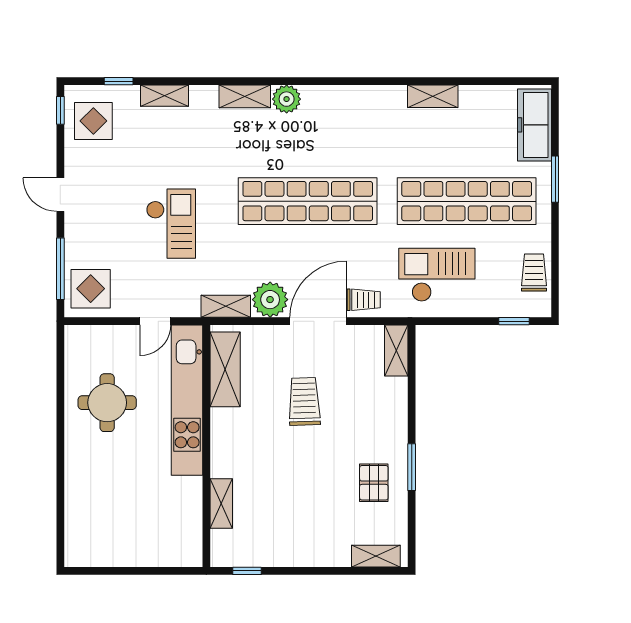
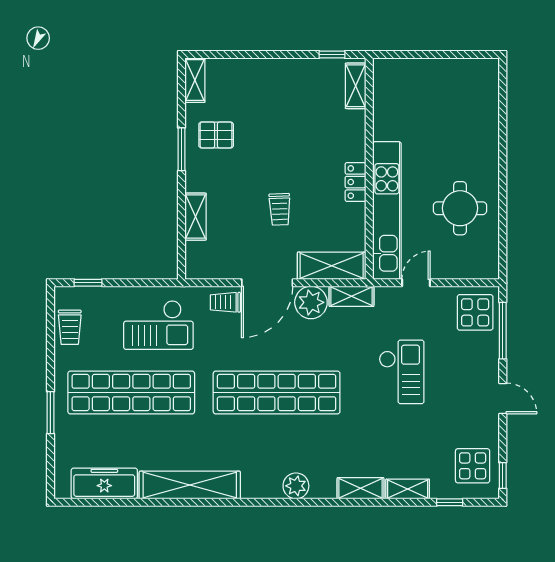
shelving: (245, 96) -> (361, 488), moved
shelving: (433, 96) -> (190, 485), width x2.20, depth x1.33
freezer: (534, 125) -> (104, 483), moved, turned -90
checkout: (171, 224) -> (402, 372), turned 180
shelving: (396, 351) -> (196, 217), moved
shelving: (225, 369) -> (332, 266), moved, turned 90
trolley: (304, 401) -> (280, 209), width x0.73, depth x0.72
locker: (221, 431) -> (356, 182), added
pallet: (374, 483) -> (216, 135), turned 90
shelving: (221, 504) -> (356, 86), moved
shelving: (376, 556) -> (195, 80), moved, turned 90

